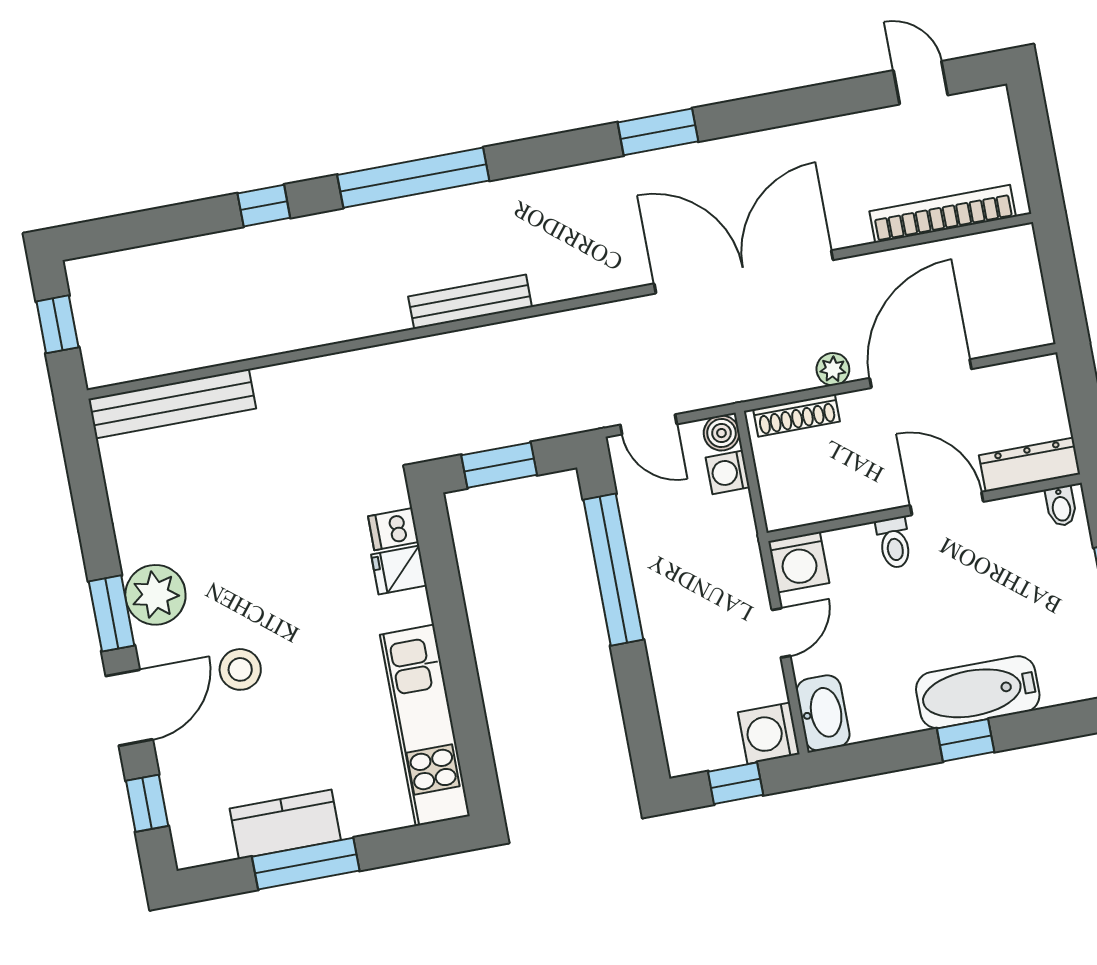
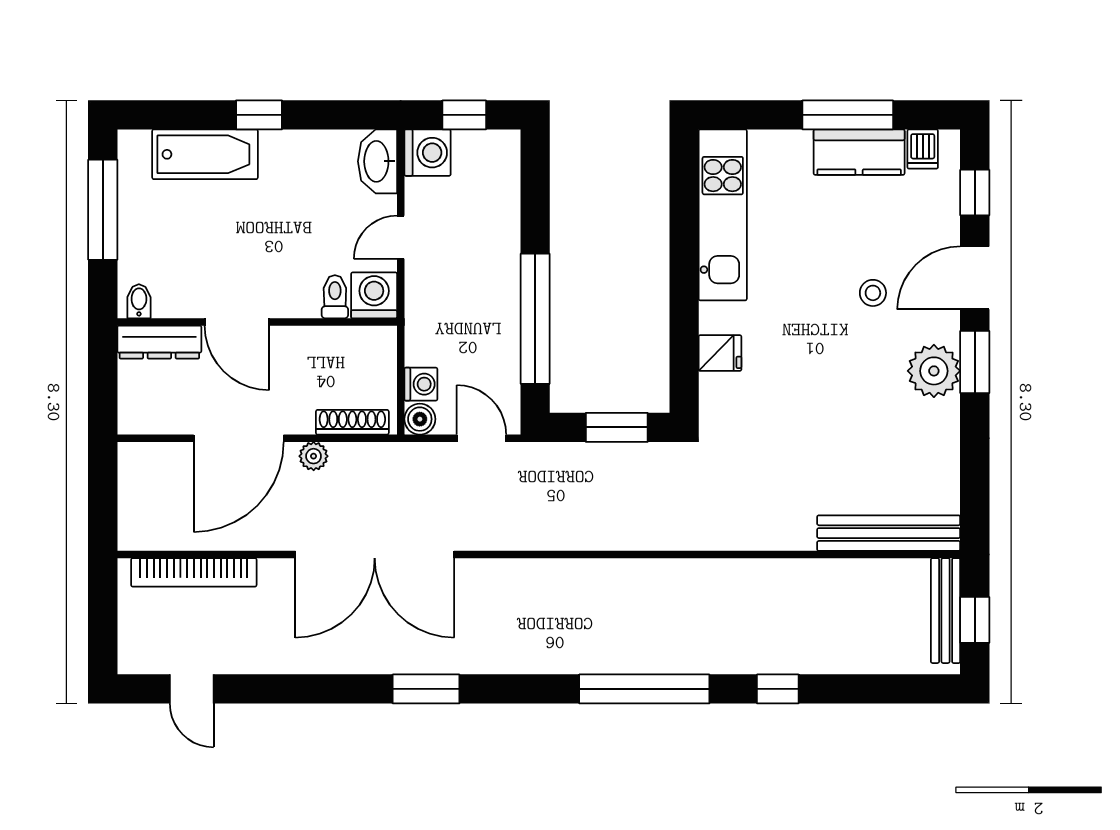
bench: (470, 302) -> (946, 611), moved, turned 90
dishwasher: (393, 529) -> (923, 149), moved, turned 90
toilet: (894, 543) -> (335, 297), moved
stool: (240, 669) -> (873, 293), width x0.73, depth x0.73
bathtub: (978, 692) -> (205, 154), moved

